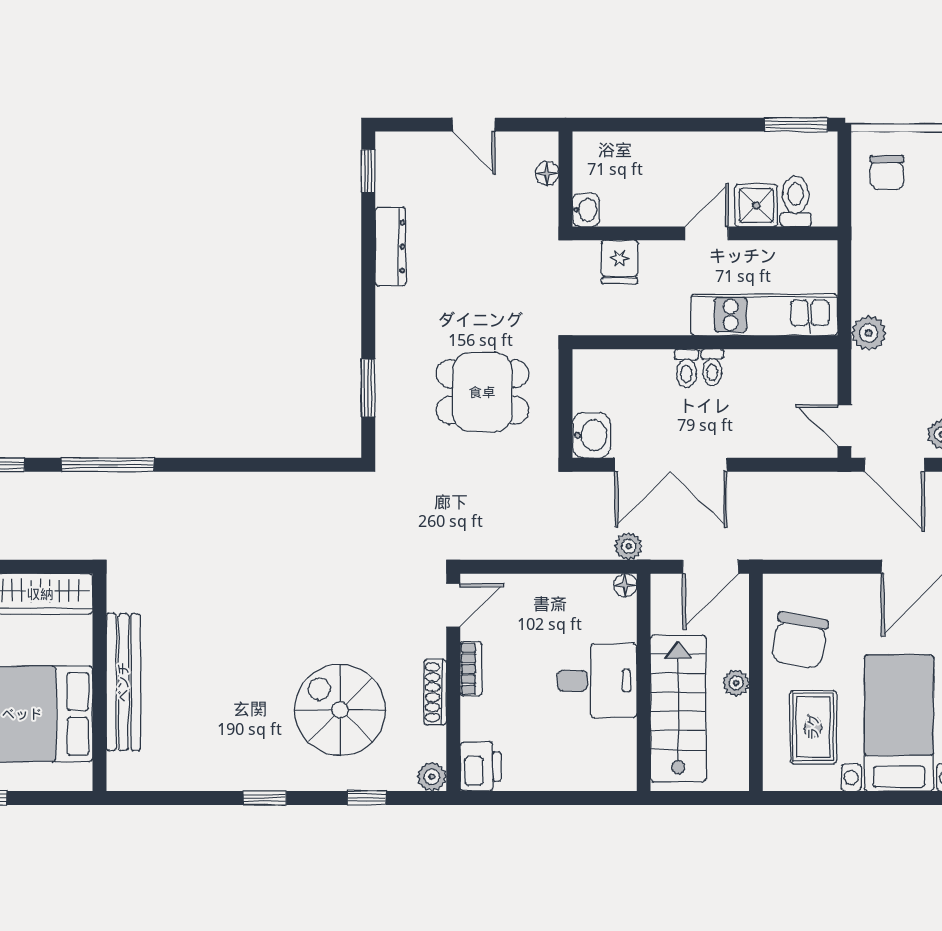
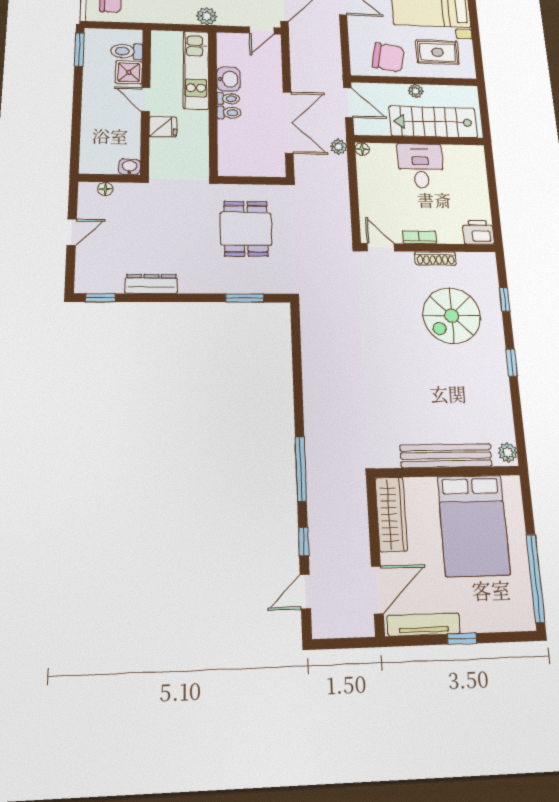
fridge: (620, 262) -> (163, 127), moved
washbasin: (591, 435) -> (228, 79), moved, turned 90
plant: (432, 777) -> (508, 453), moved

